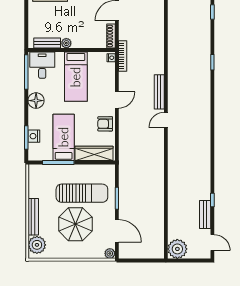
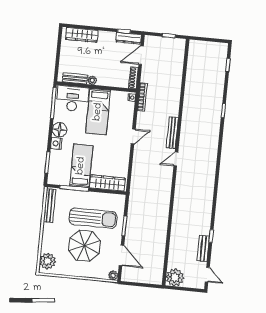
desk: (42, 65) -> (73, 99), width x1.37
armchair: (105, 124) -> (120, 157), removed
nightstand: (34, 136) -> (56, 143), moved
bench: (33, 217) -> (50, 206), moved

